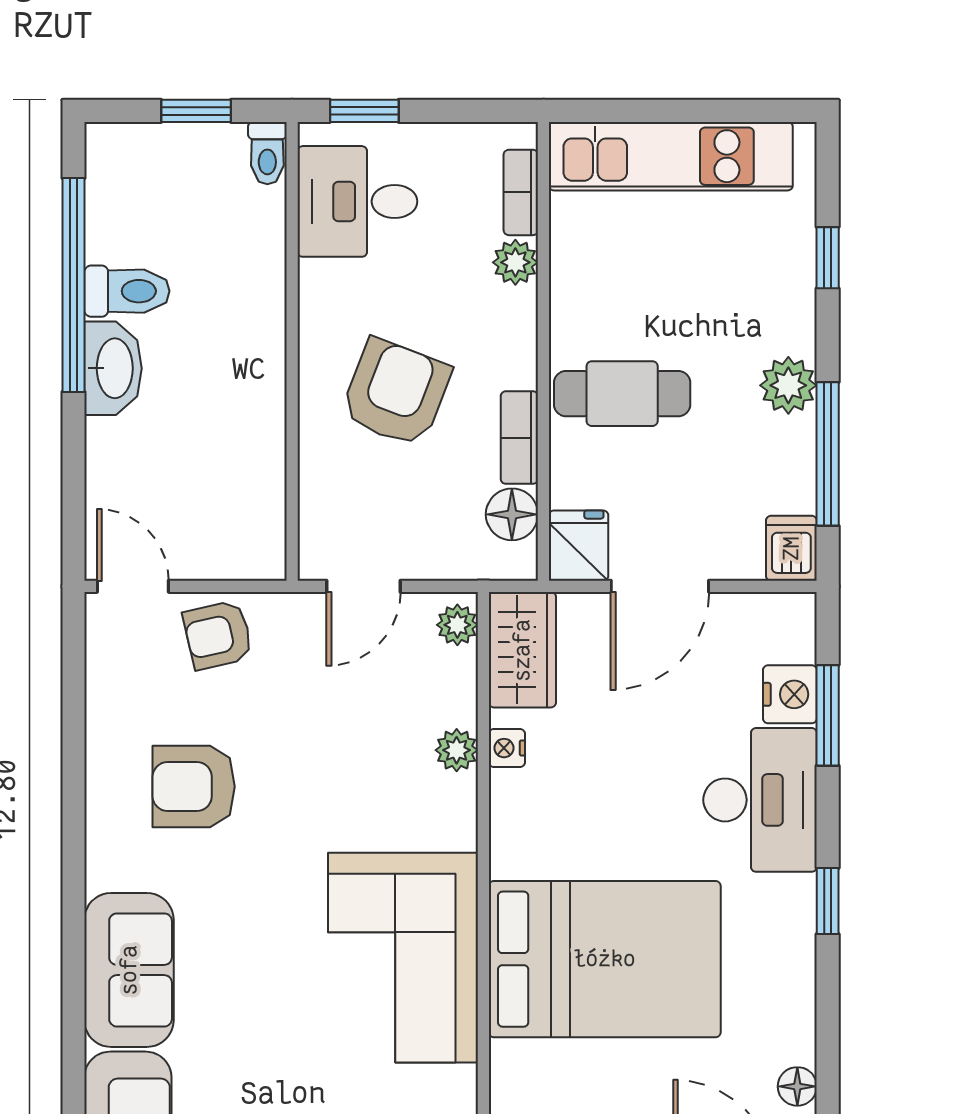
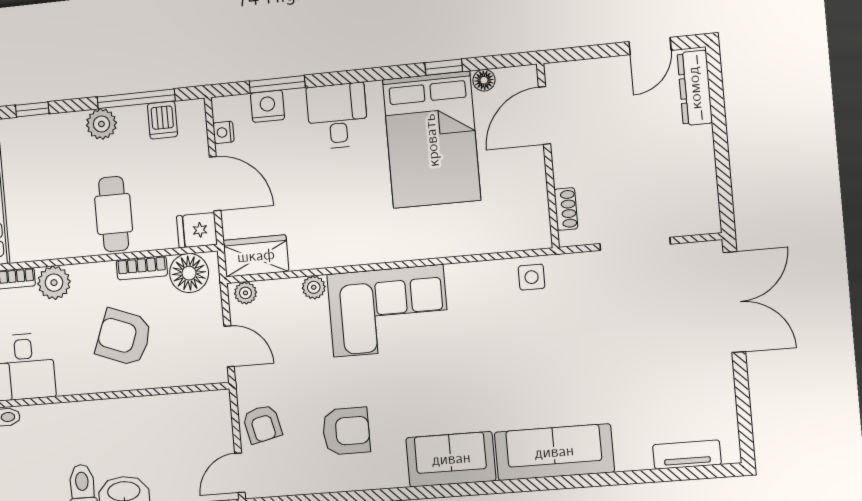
plant: (515, 262) -> (54, 283), width x1.38, depth x1.38
floor lamp: (512, 514) -> (189, 273), width x1.38, depth x1.38
dishwasher: (791, 548) -> (162, 120), moved, turned -90
nightstand: (507, 748) -> (224, 132), moved, turned 90
armchair: (194, 787) -> (346, 431), turned -90
desk: (760, 800) -> (337, 116), width x0.73
window: (828, 901) -> (444, 67), moved
corner sofa: (403, 958) -> (388, 311), moved
bed: (605, 959) -> (432, 140), moved, turned 180

